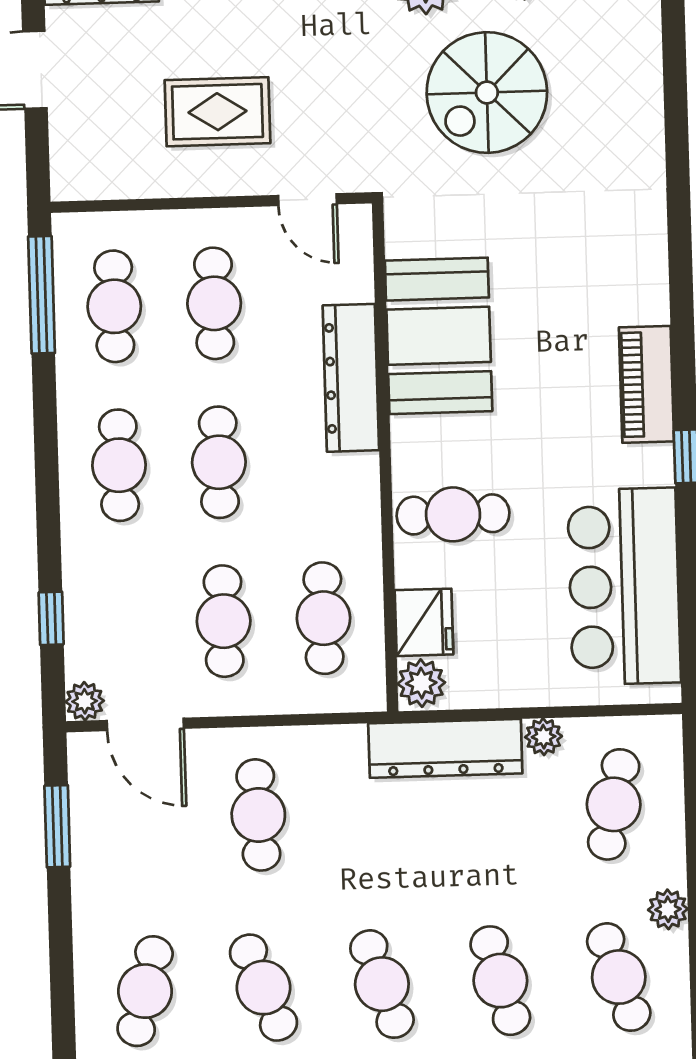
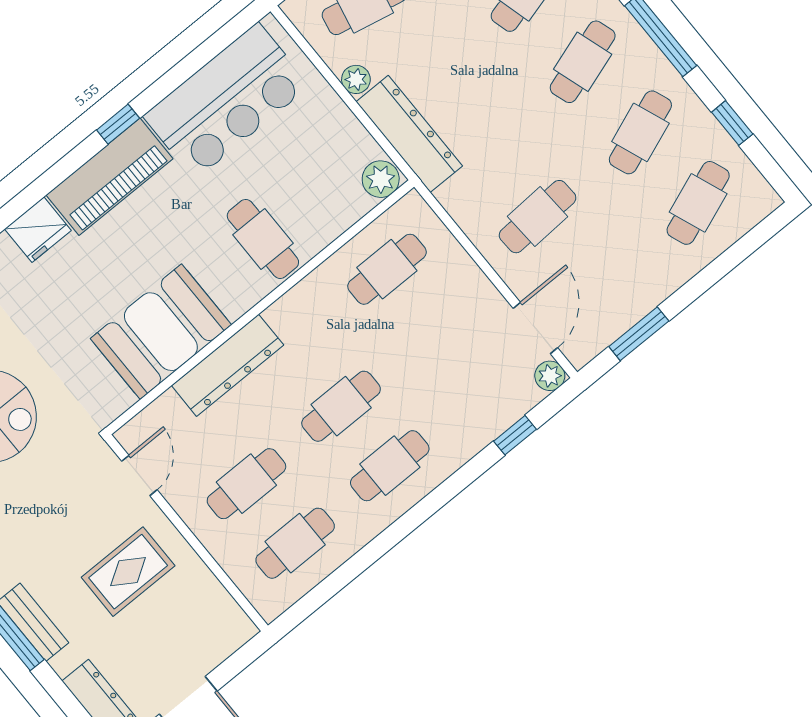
rug: (217, 112) -> (128, 572), turned 90
window: (42, 295) -> (322, 593), removed
piano: (646, 384) -> (110, 177), width x1.37, depth x1.33
cafe table: (224, 621) -> (436, 329), removed
fridge: (424, 622) -> (38, 230), moved, turned 180
cafe table: (145, 991) -> (698, 203), turned -36

